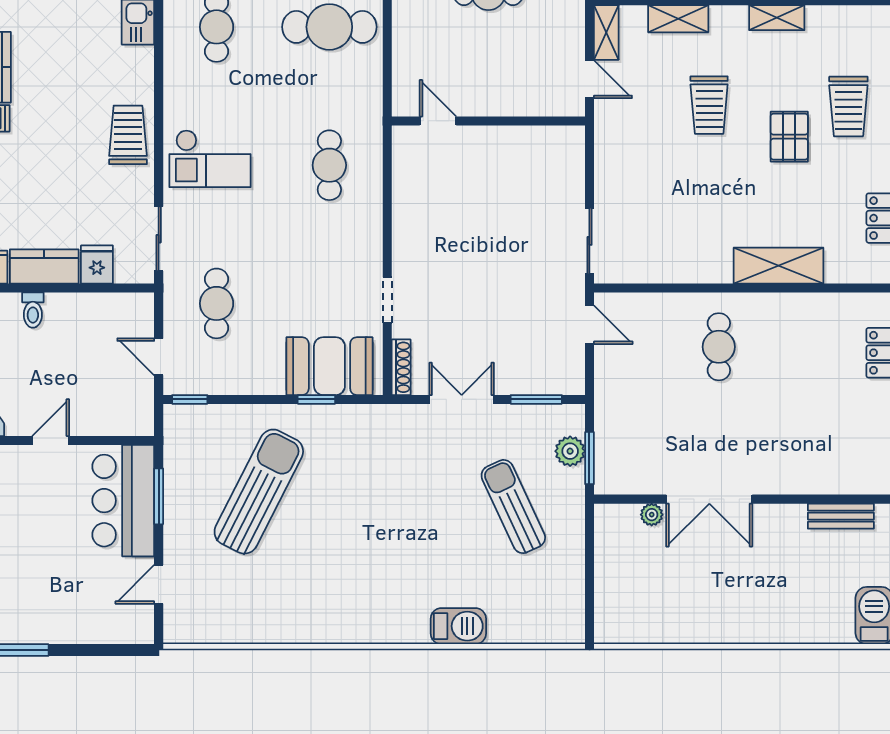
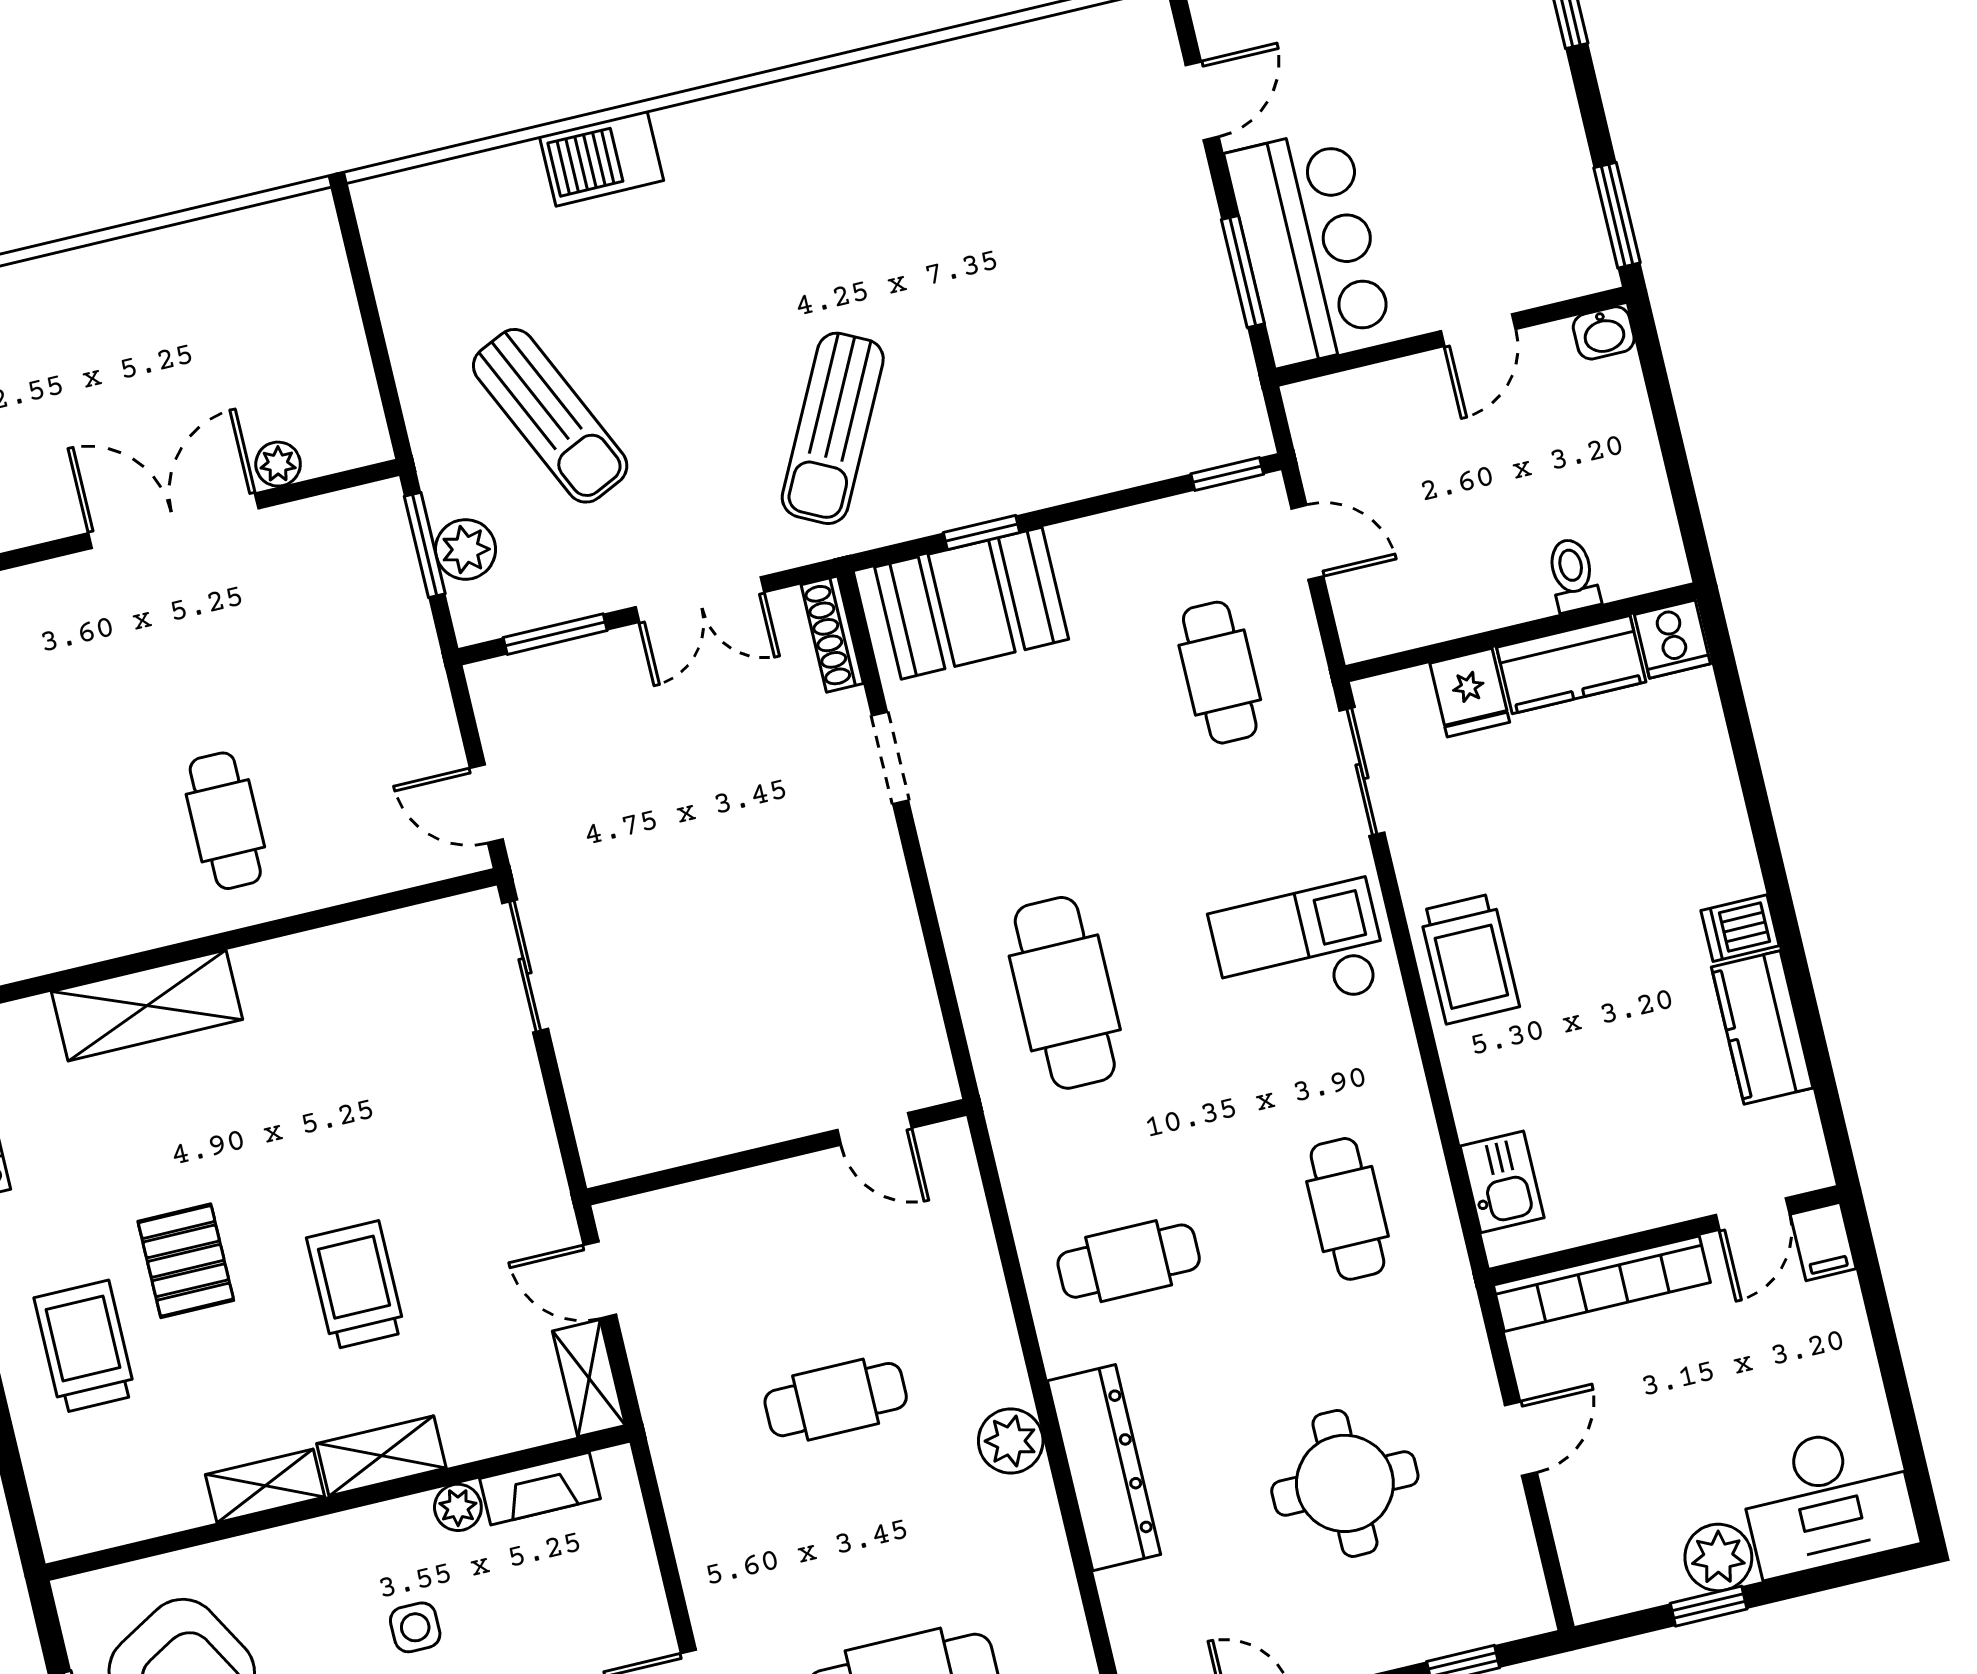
shelving: (678, 19) -> (381, 1456), moved
cafe table: (329, 27) -> (1129, 1261), width x0.73, depth x0.74
cafe table: (329, 165) -> (1065, 993), width x1.37, depth x1.35
sun lounger: (259, 492) -> (833, 428), moved, width x0.73, depth x0.75

